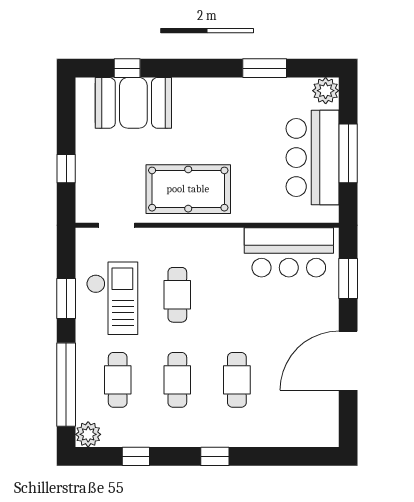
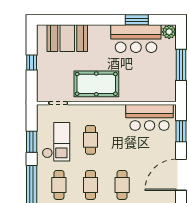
window: (127, 68) -> (64, 20), removed
bar counter: (313, 158) -> (136, 39), moved, turned -90
window: (66, 169) -> (32, 62), moved

